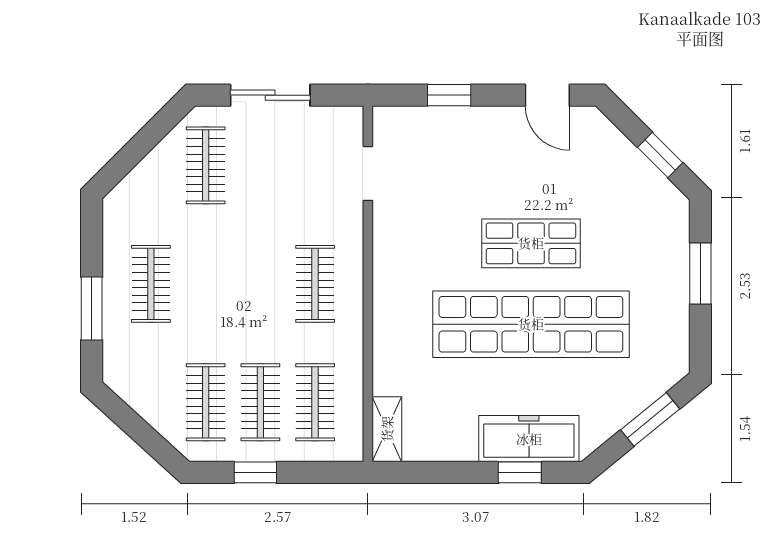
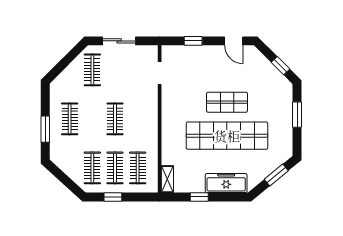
clothes rail: (315, 284) -> (115, 119), moved
window: (520, 472) -> (199, 197), moved

